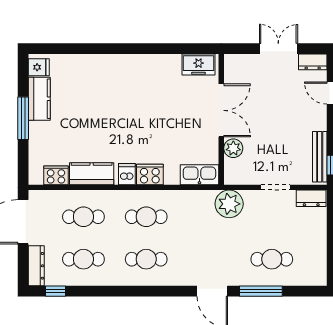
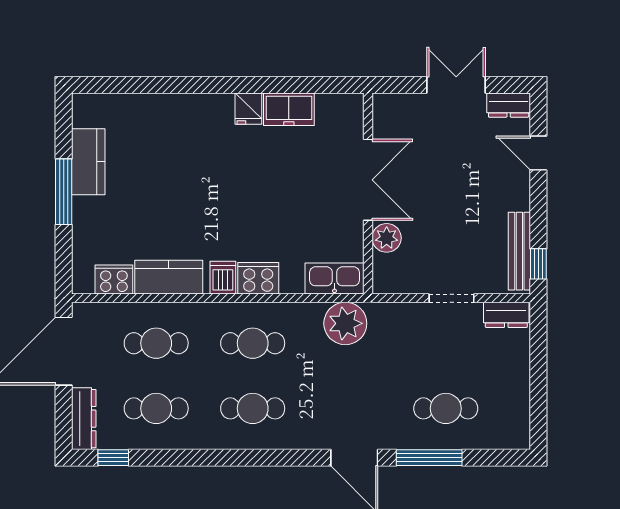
freezer: (199, 65) -> (289, 109), moved
fridge: (39, 67) -> (248, 109), moved, turned 90
plant: (229, 204) -> (345, 323), moved

